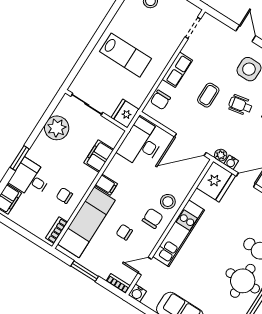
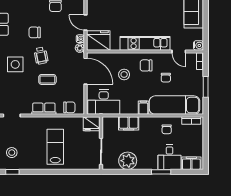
stool: (168, 202) -> (124, 74), moved

